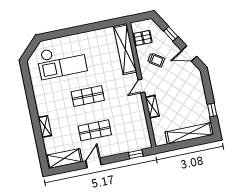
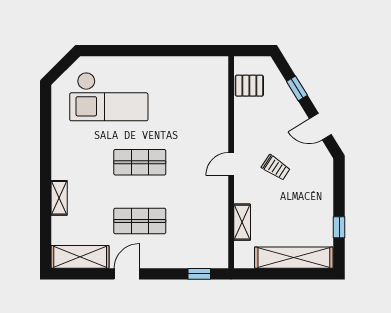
shelving: (125, 49) -> (217, 98), removed
trolley: (156, 60) -> (276, 167), moved
shelving: (152, 107) -> (242, 222), moved

